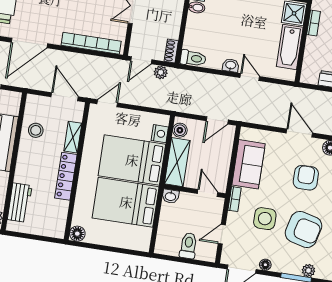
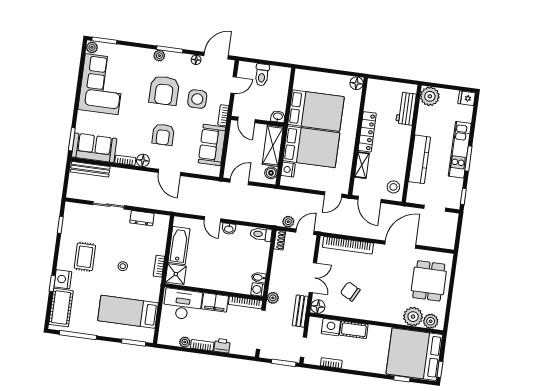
stool: (36, 130) -> (393, 187), moved
armchair: (304, 229) -> (164, 90), turned -104

